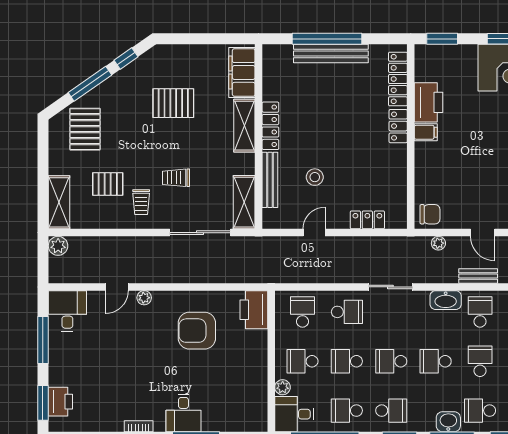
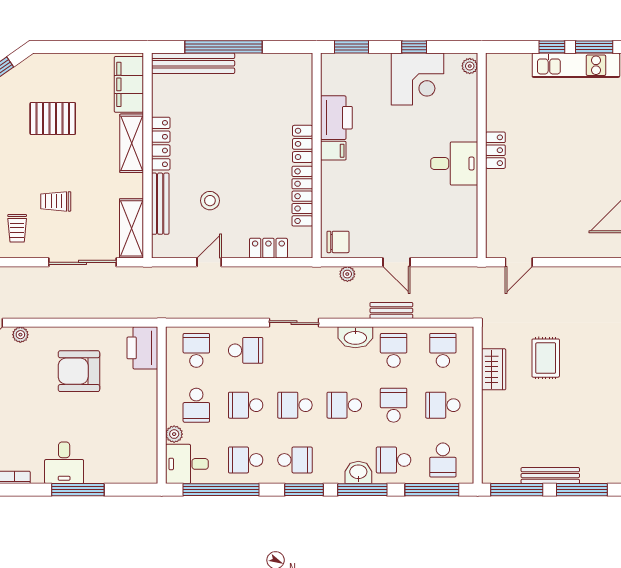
bench: (331, 53) -> (193, 63), moved
locker: (398, 79) -> (302, 196), moved
school desk: (302, 361) -> (196, 405), turned -90

